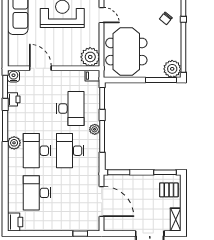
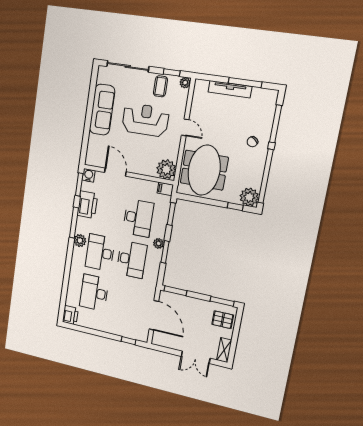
window: (161, 80) -> (235, 207), width x0.46
printer: (14, 99) -> (87, 205), width x1.87, depth x1.48
window: (102, 136) -> (165, 252), width x0.69
desk: (70, 151) -> (132, 259), turned 180

